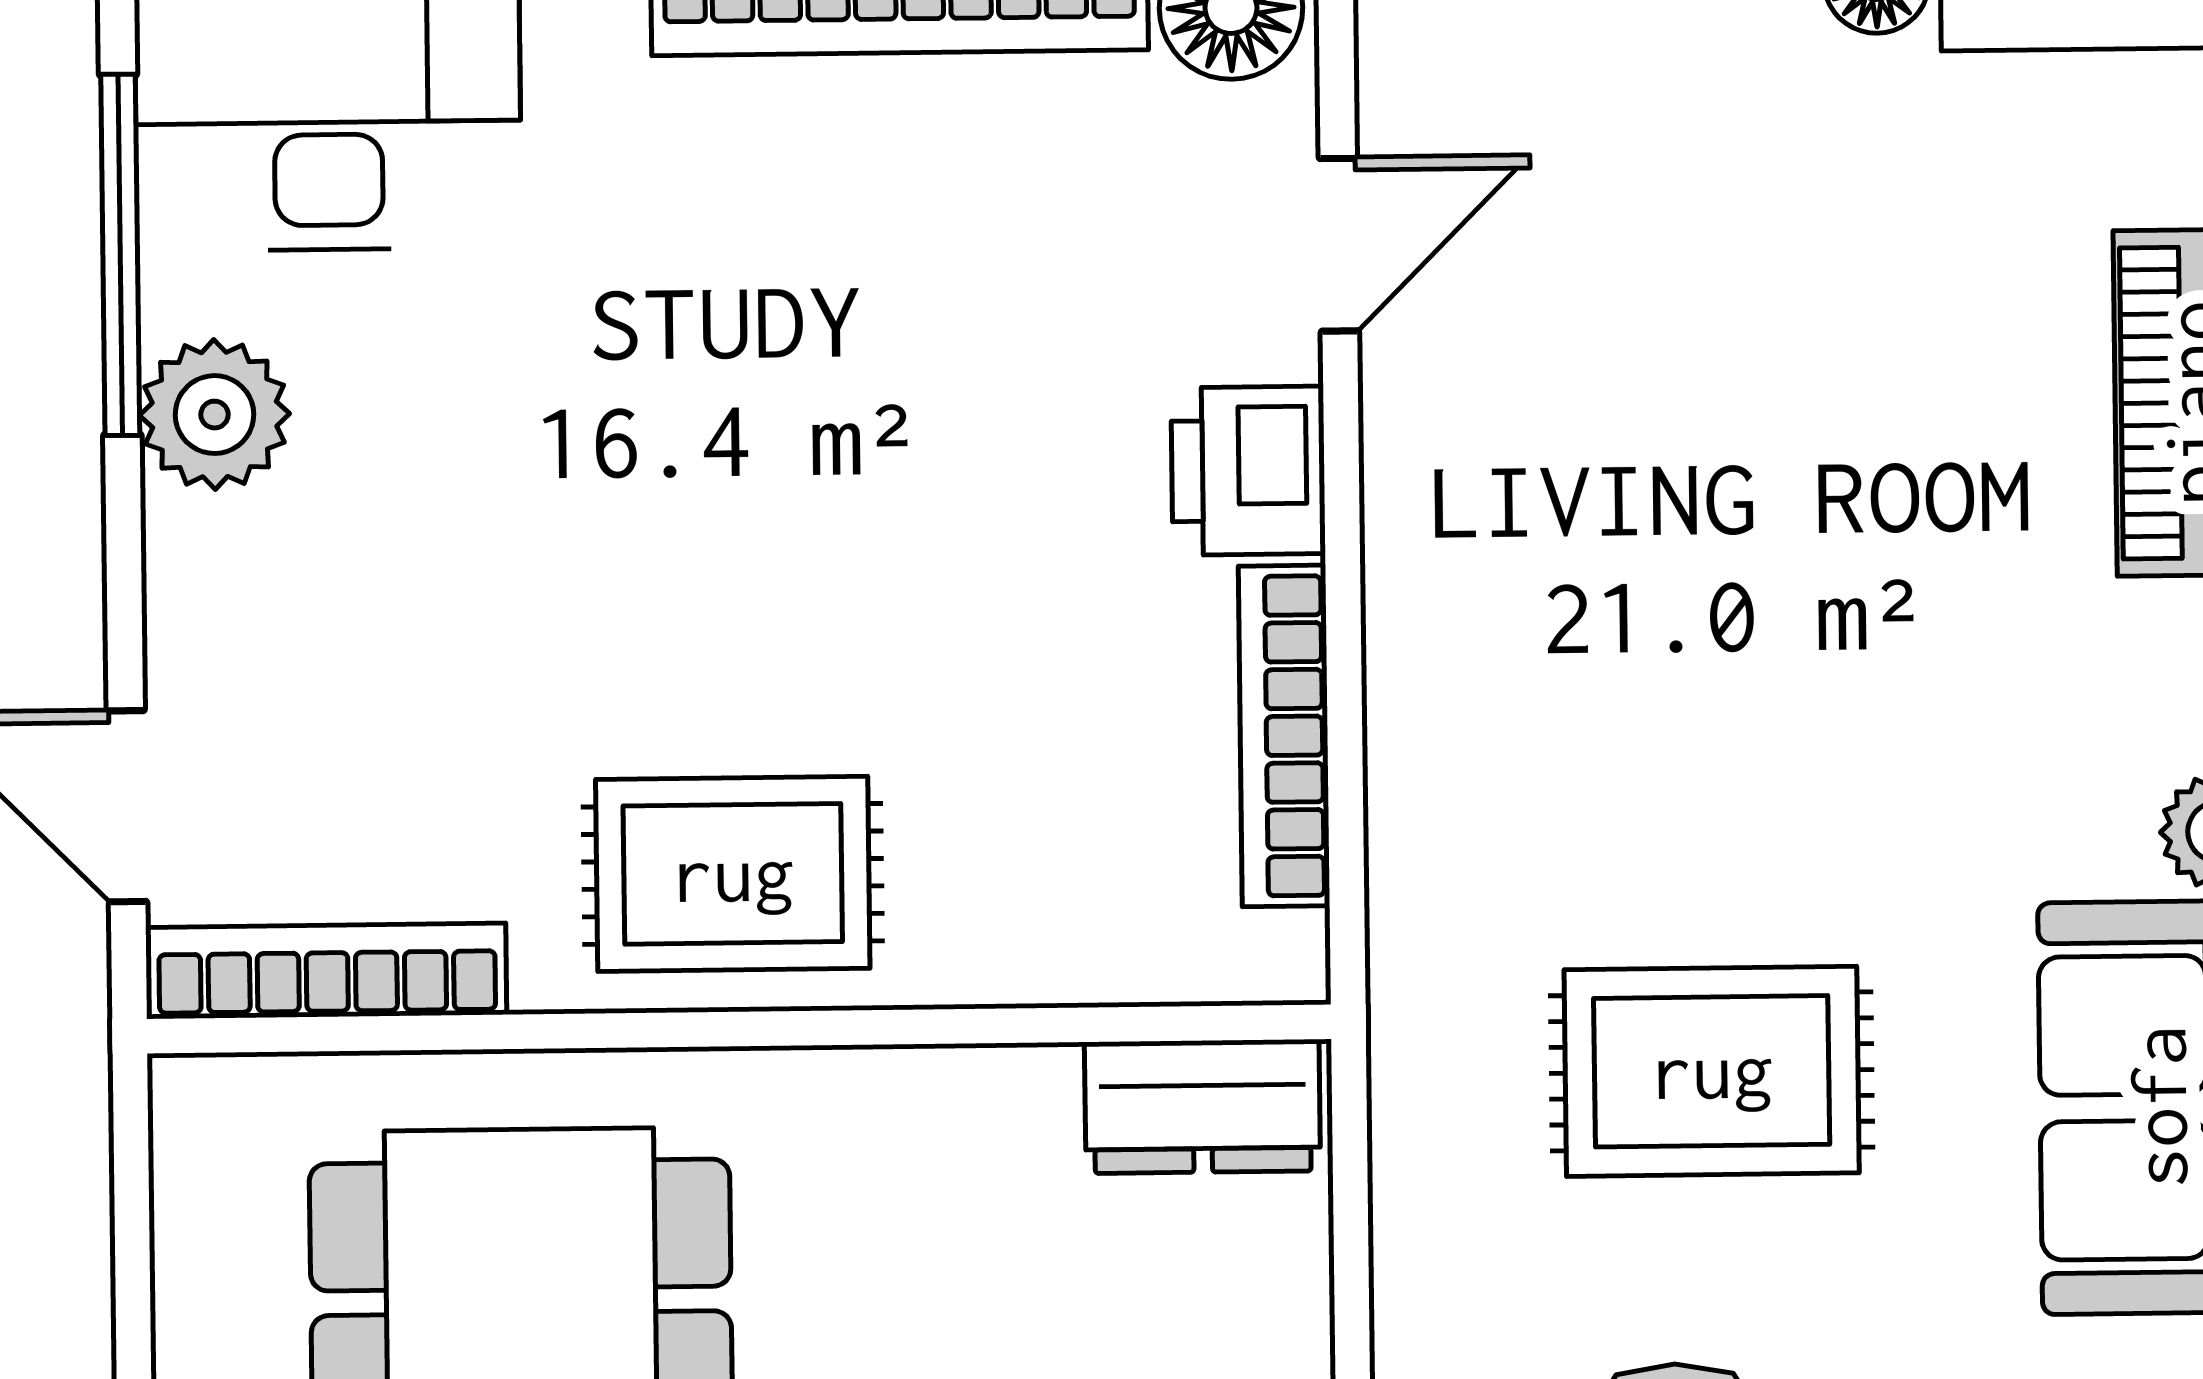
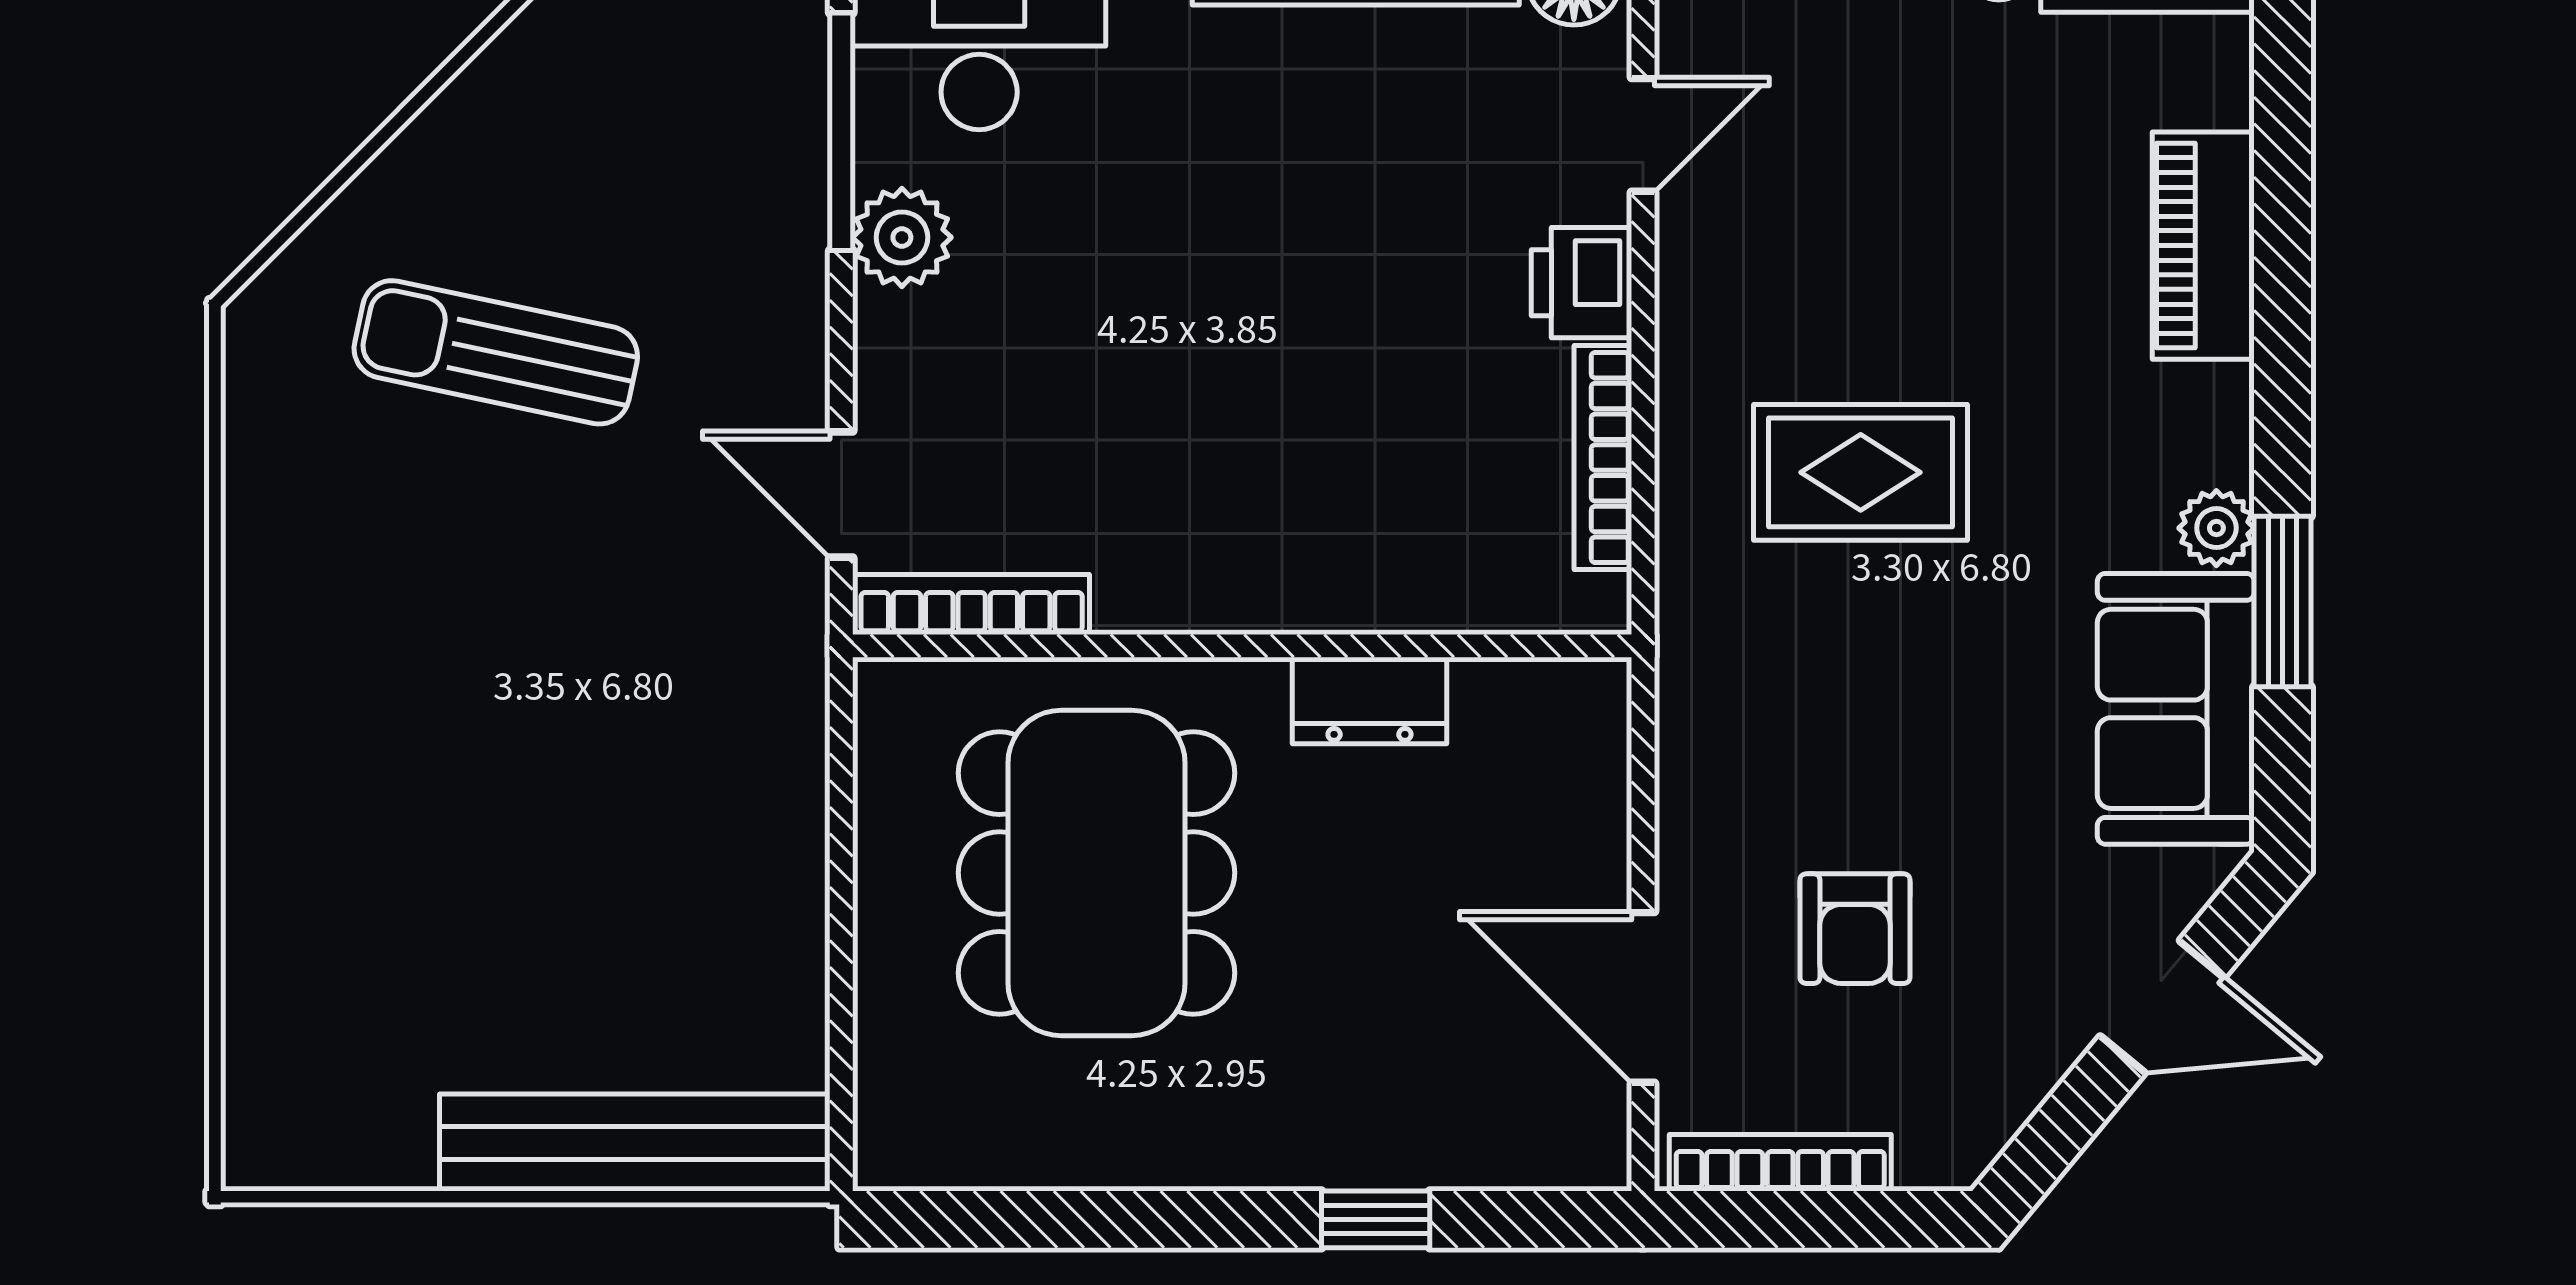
rug: (733, 874) -> (1239, 544), removed
rug: (1712, 1071) -> (1861, 472), moved
dresser: (1202, 1106) -> (1369, 701), moved

